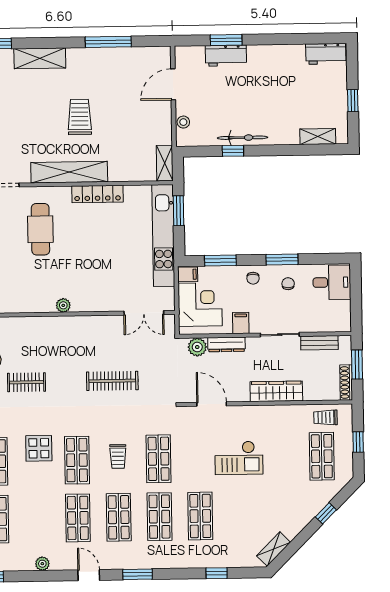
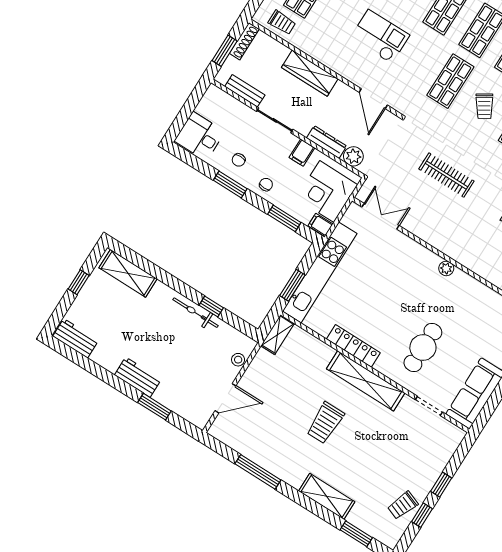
workbench: (226, 56) -> (138, 377), moved
shelving: (318, 137) -> (128, 273), width x1.50, depth x1.33
trolley: (118, 457) -> (484, 106), turned 148

